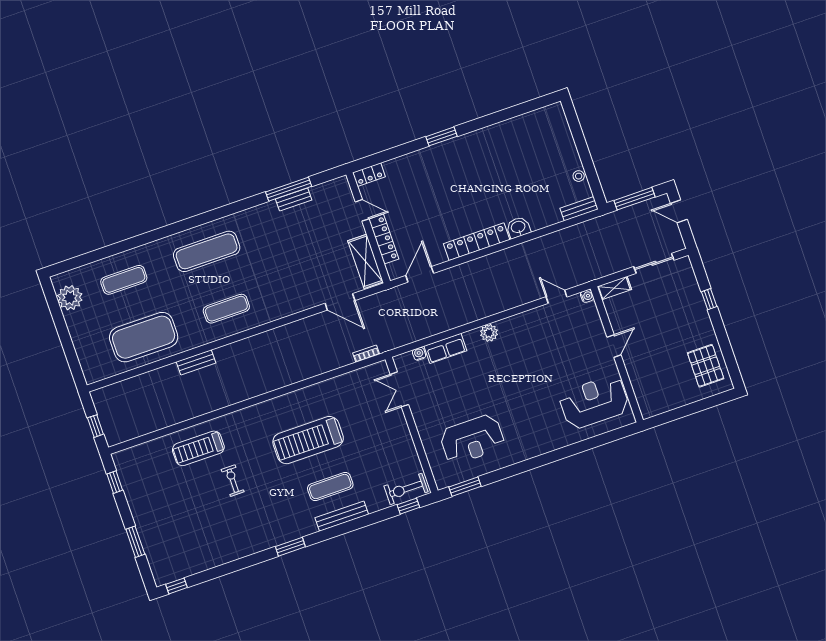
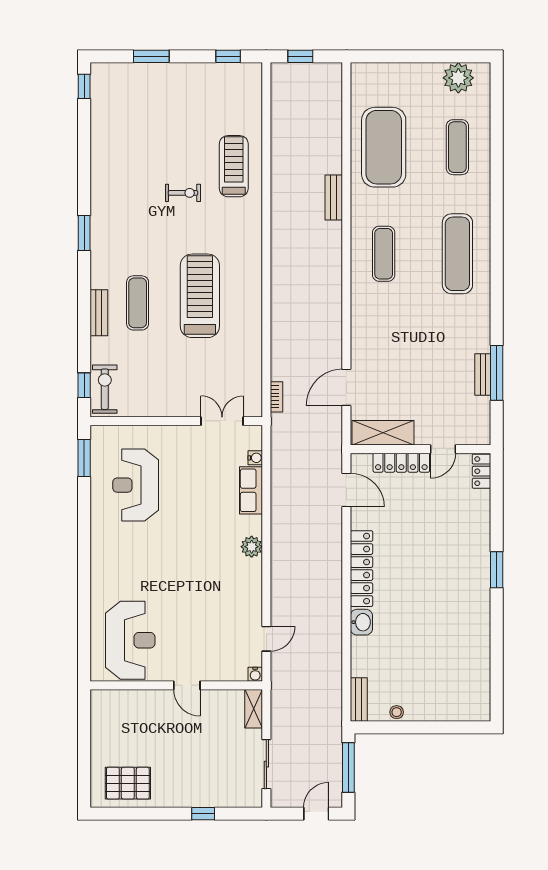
bench: (342, 516) -> (99, 313), width x0.73

